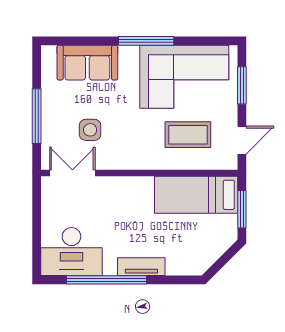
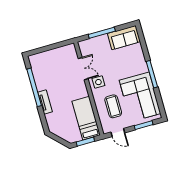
sofa: (87, 63) -> (124, 38), moved, turned -90
side table: (90, 130) -> (98, 82), moved
double door: (72, 173) -> (83, 69), moved
desk: (71, 251) -> (43, 67), removed

